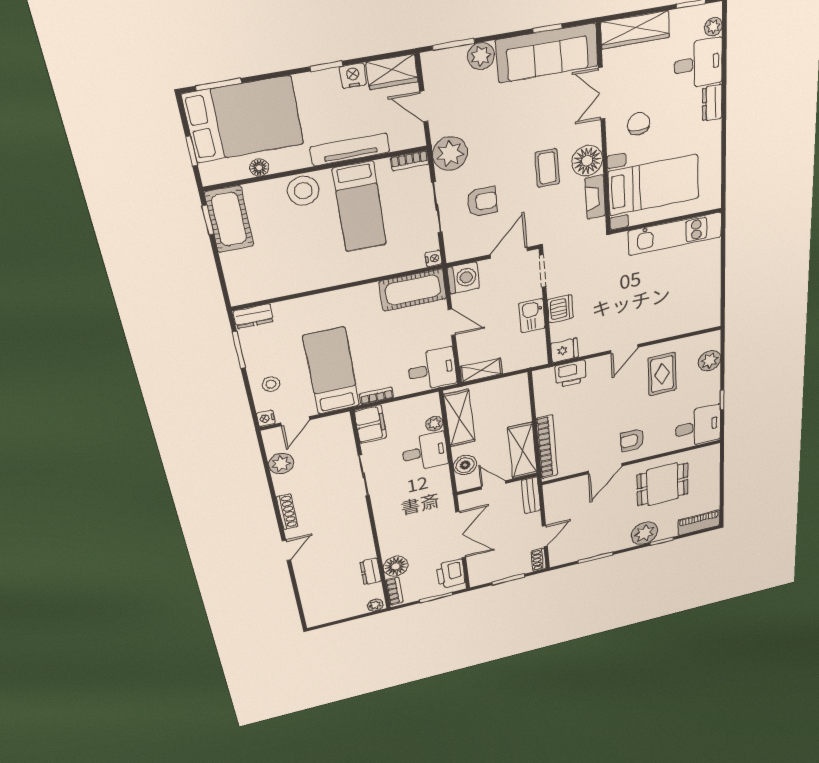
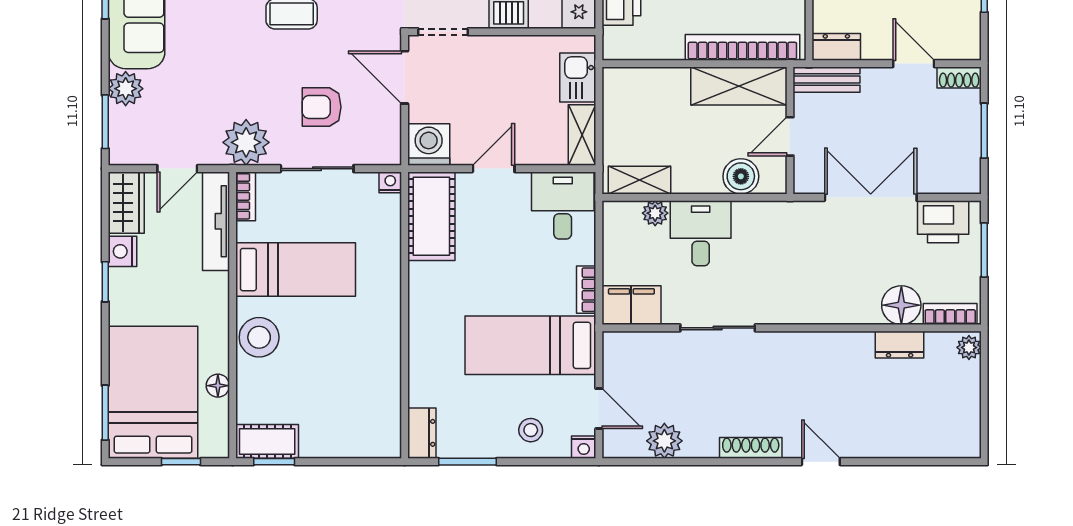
tv unit: (350, 150) -> (216, 221), moved
armchair: (482, 202) -> (322, 107), turned -90
cot: (229, 219) -> (267, 441), width x0.73, depth x0.75
kitchen sink: (532, 316) -> (578, 77), moved, turned 90
shelving: (459, 418) -> (640, 180), width x0.67, depth x0.75
dresser: (552, 495) -> (836, 47), added

